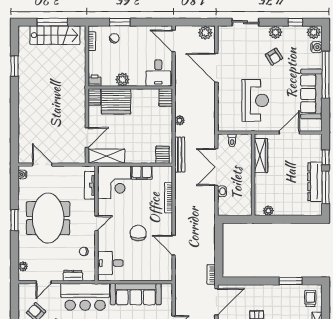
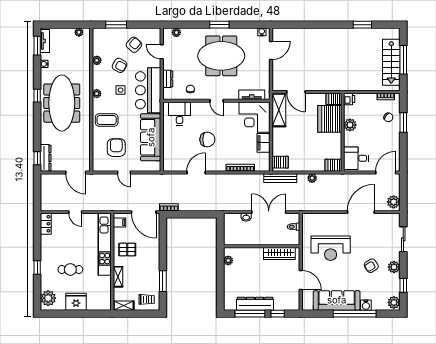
water cooler: (316, 47) -> (366, 305), moved

